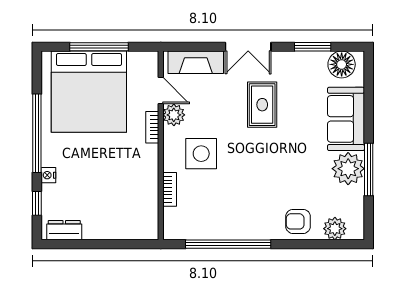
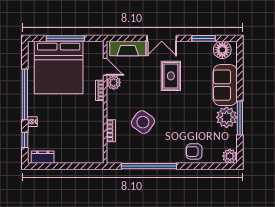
side table: (201, 154) -> (143, 122), moved, turned 36
plant: (335, 229) -> (230, 156), moved

